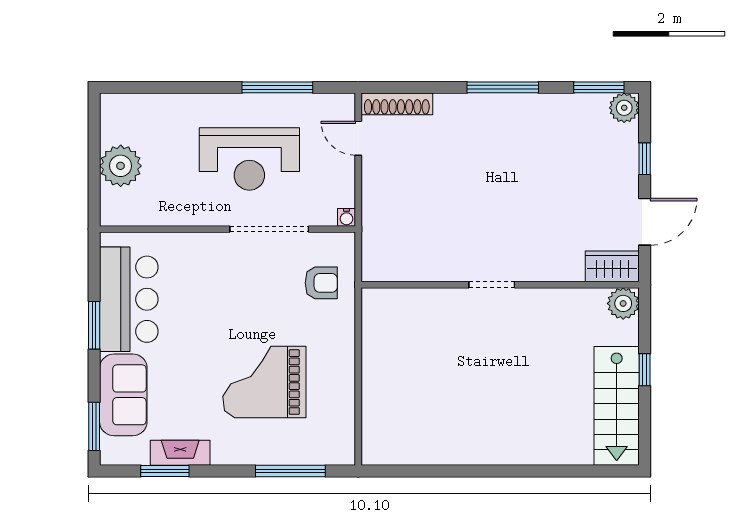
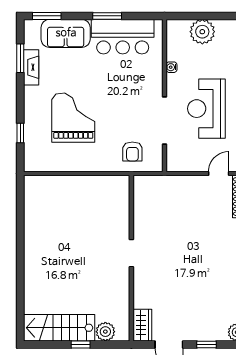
water cooler: (347, 217) -> (172, 67), moved
plant: (623, 303) -> (105, 332), moved
window: (290, 471) -> (20, 133), width x0.46

